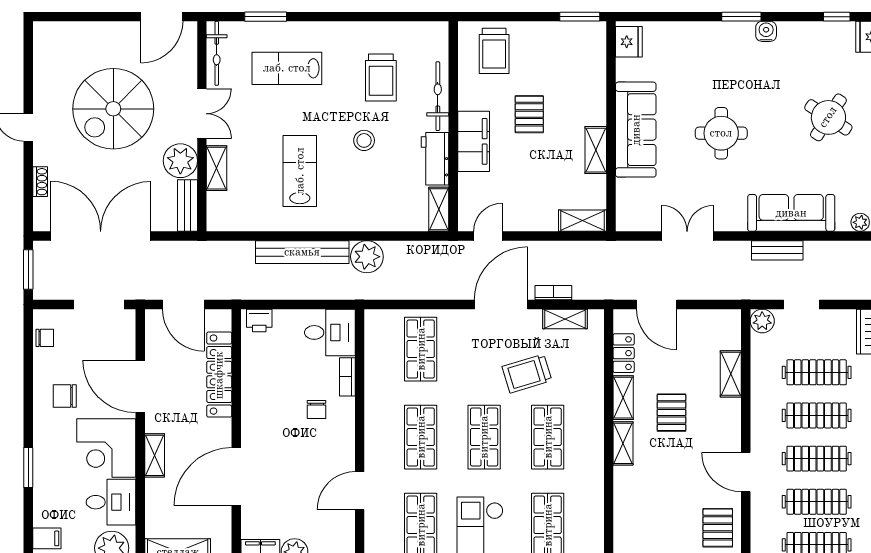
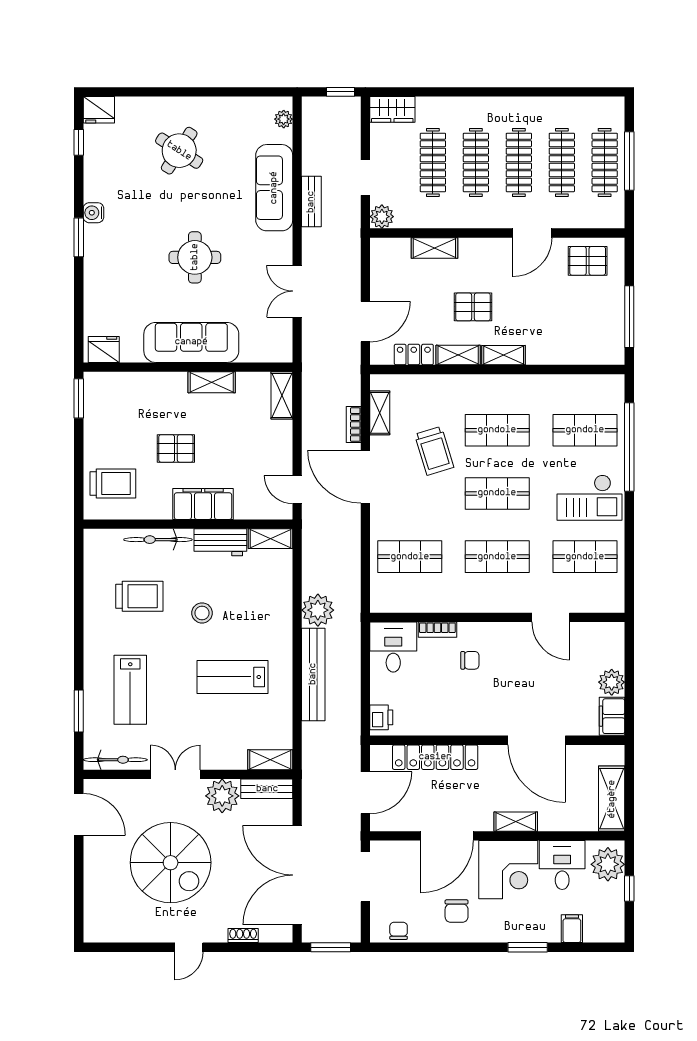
shelving: (217, 168) -> (270, 760), moved
filing cabinet: (47, 538) -> (572, 929), moved

